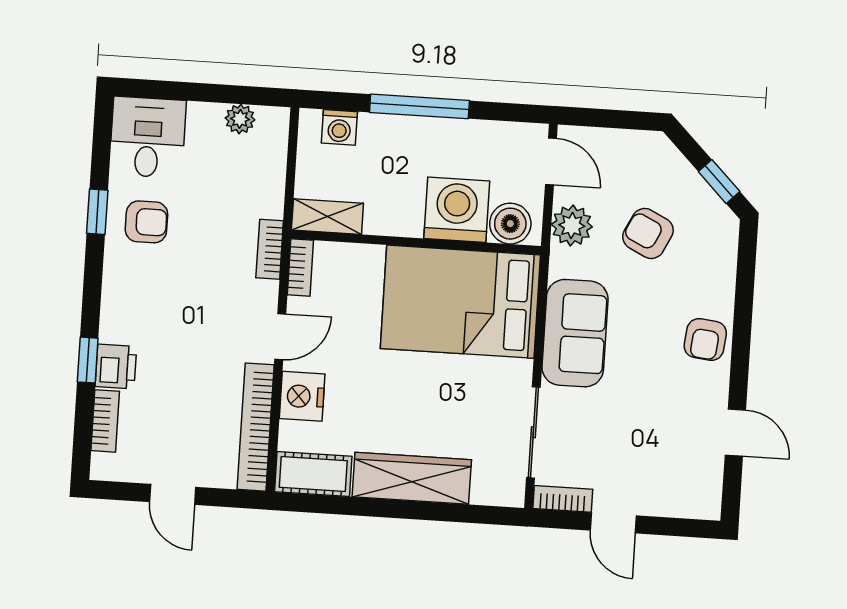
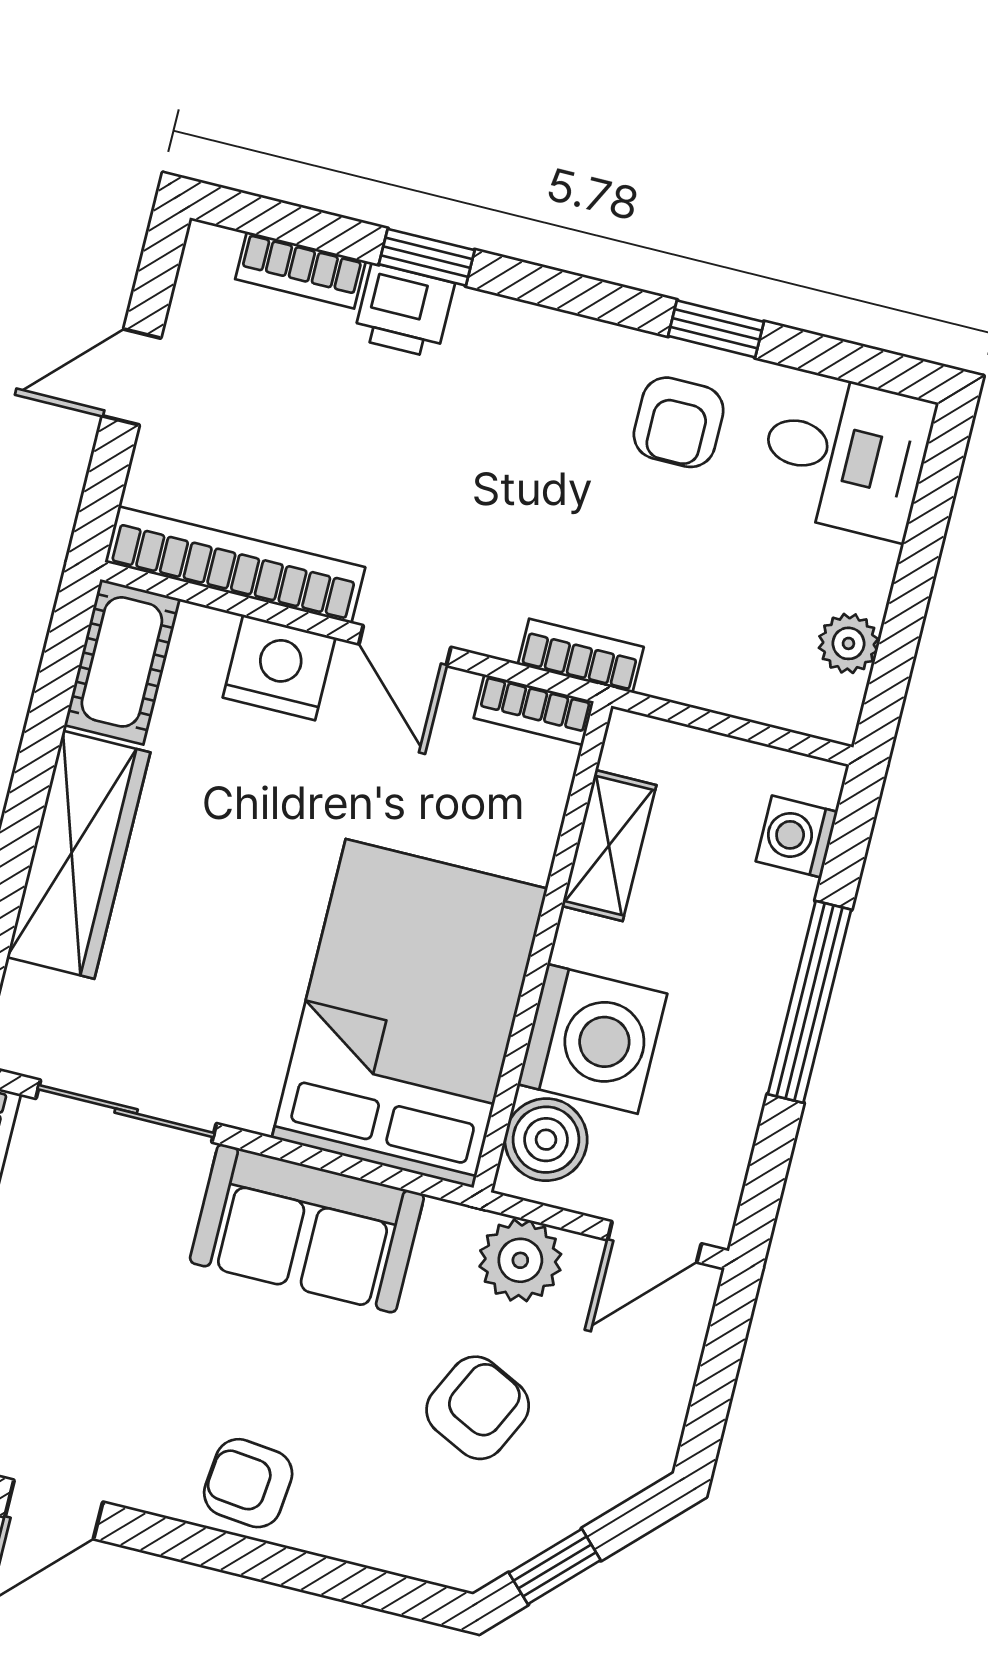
shelving: (327, 217) -> (609, 846), moved

